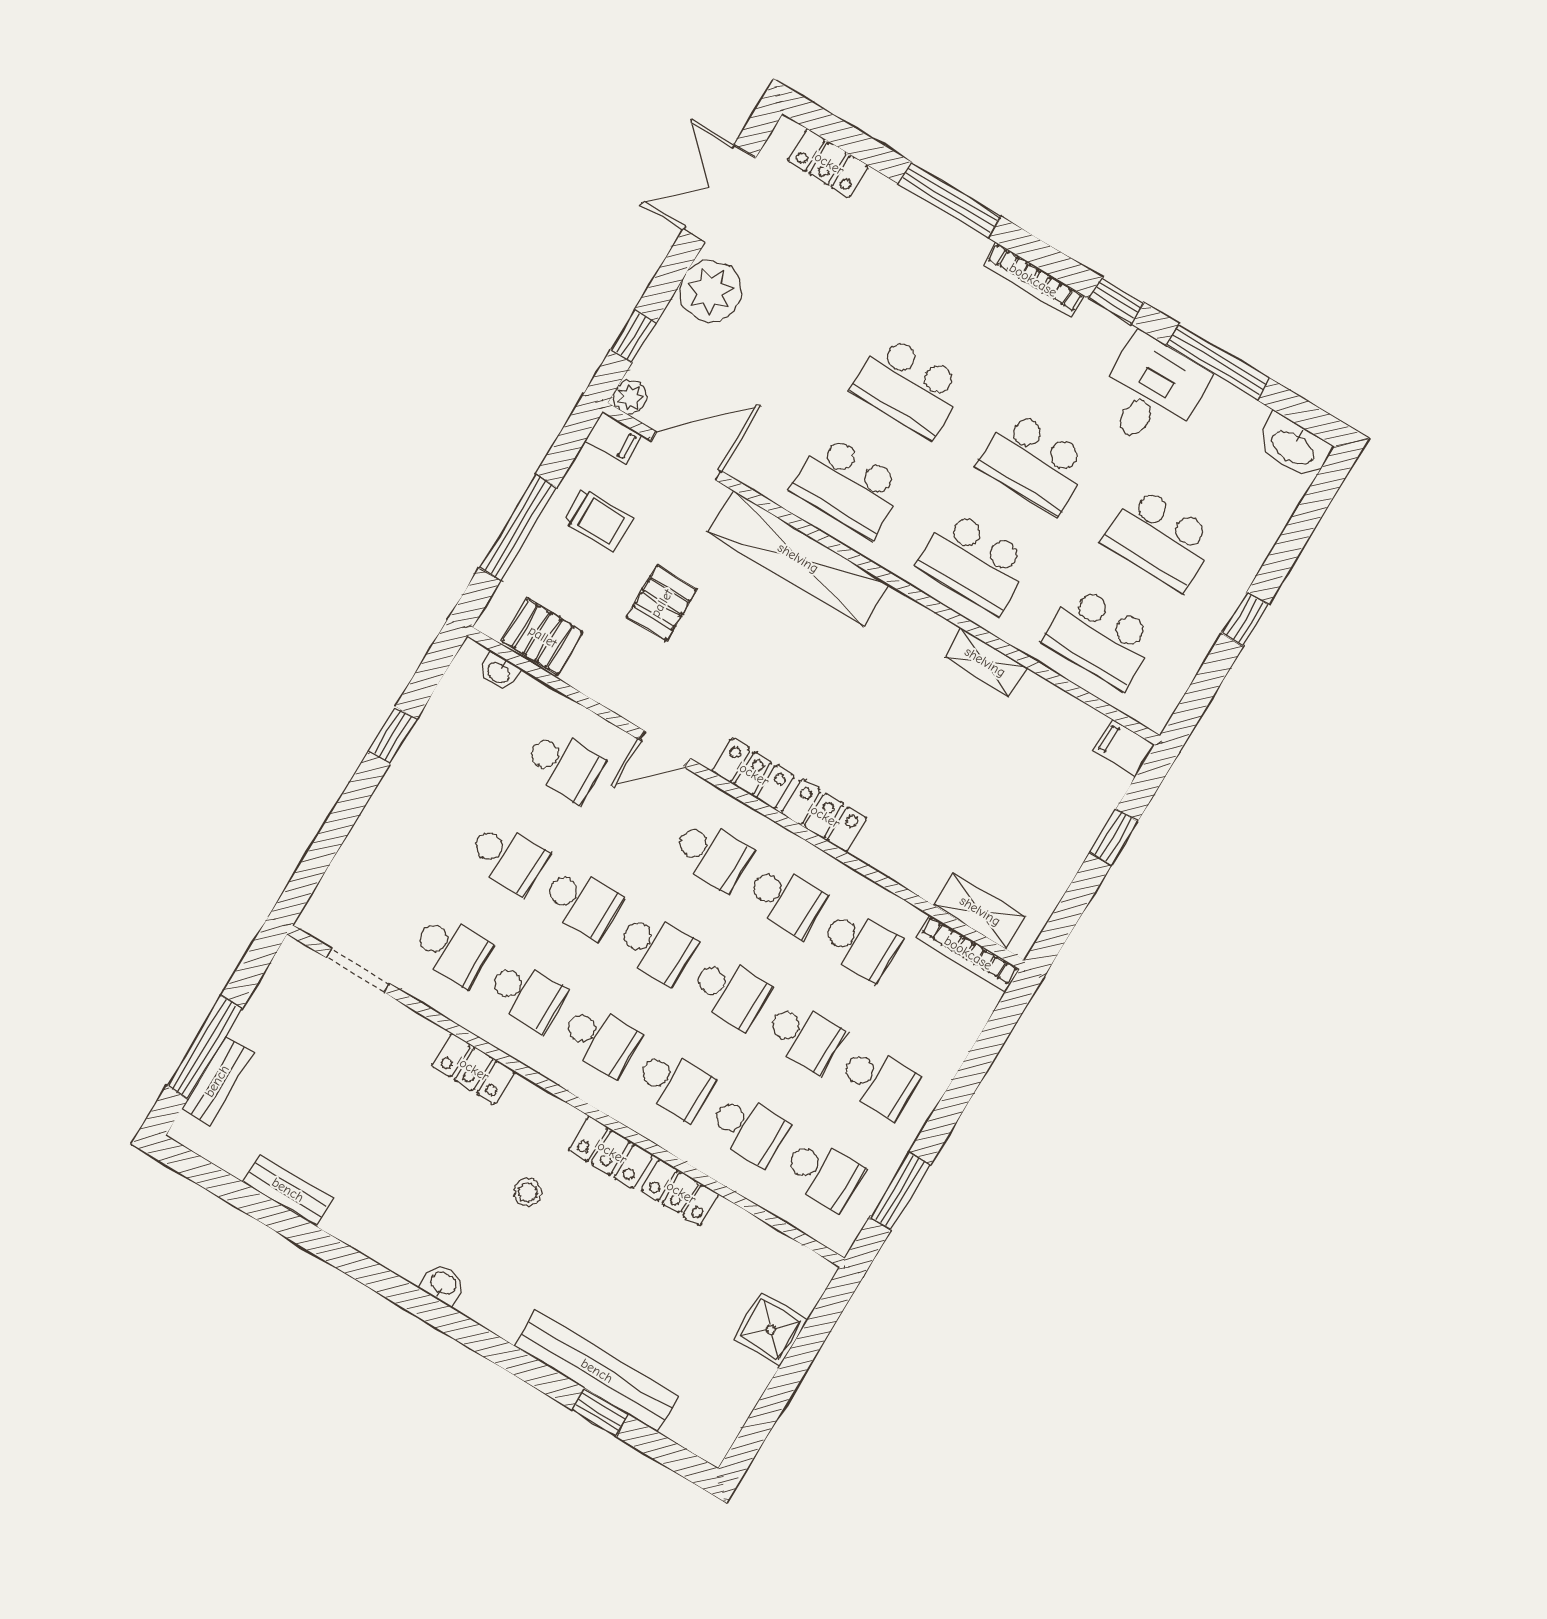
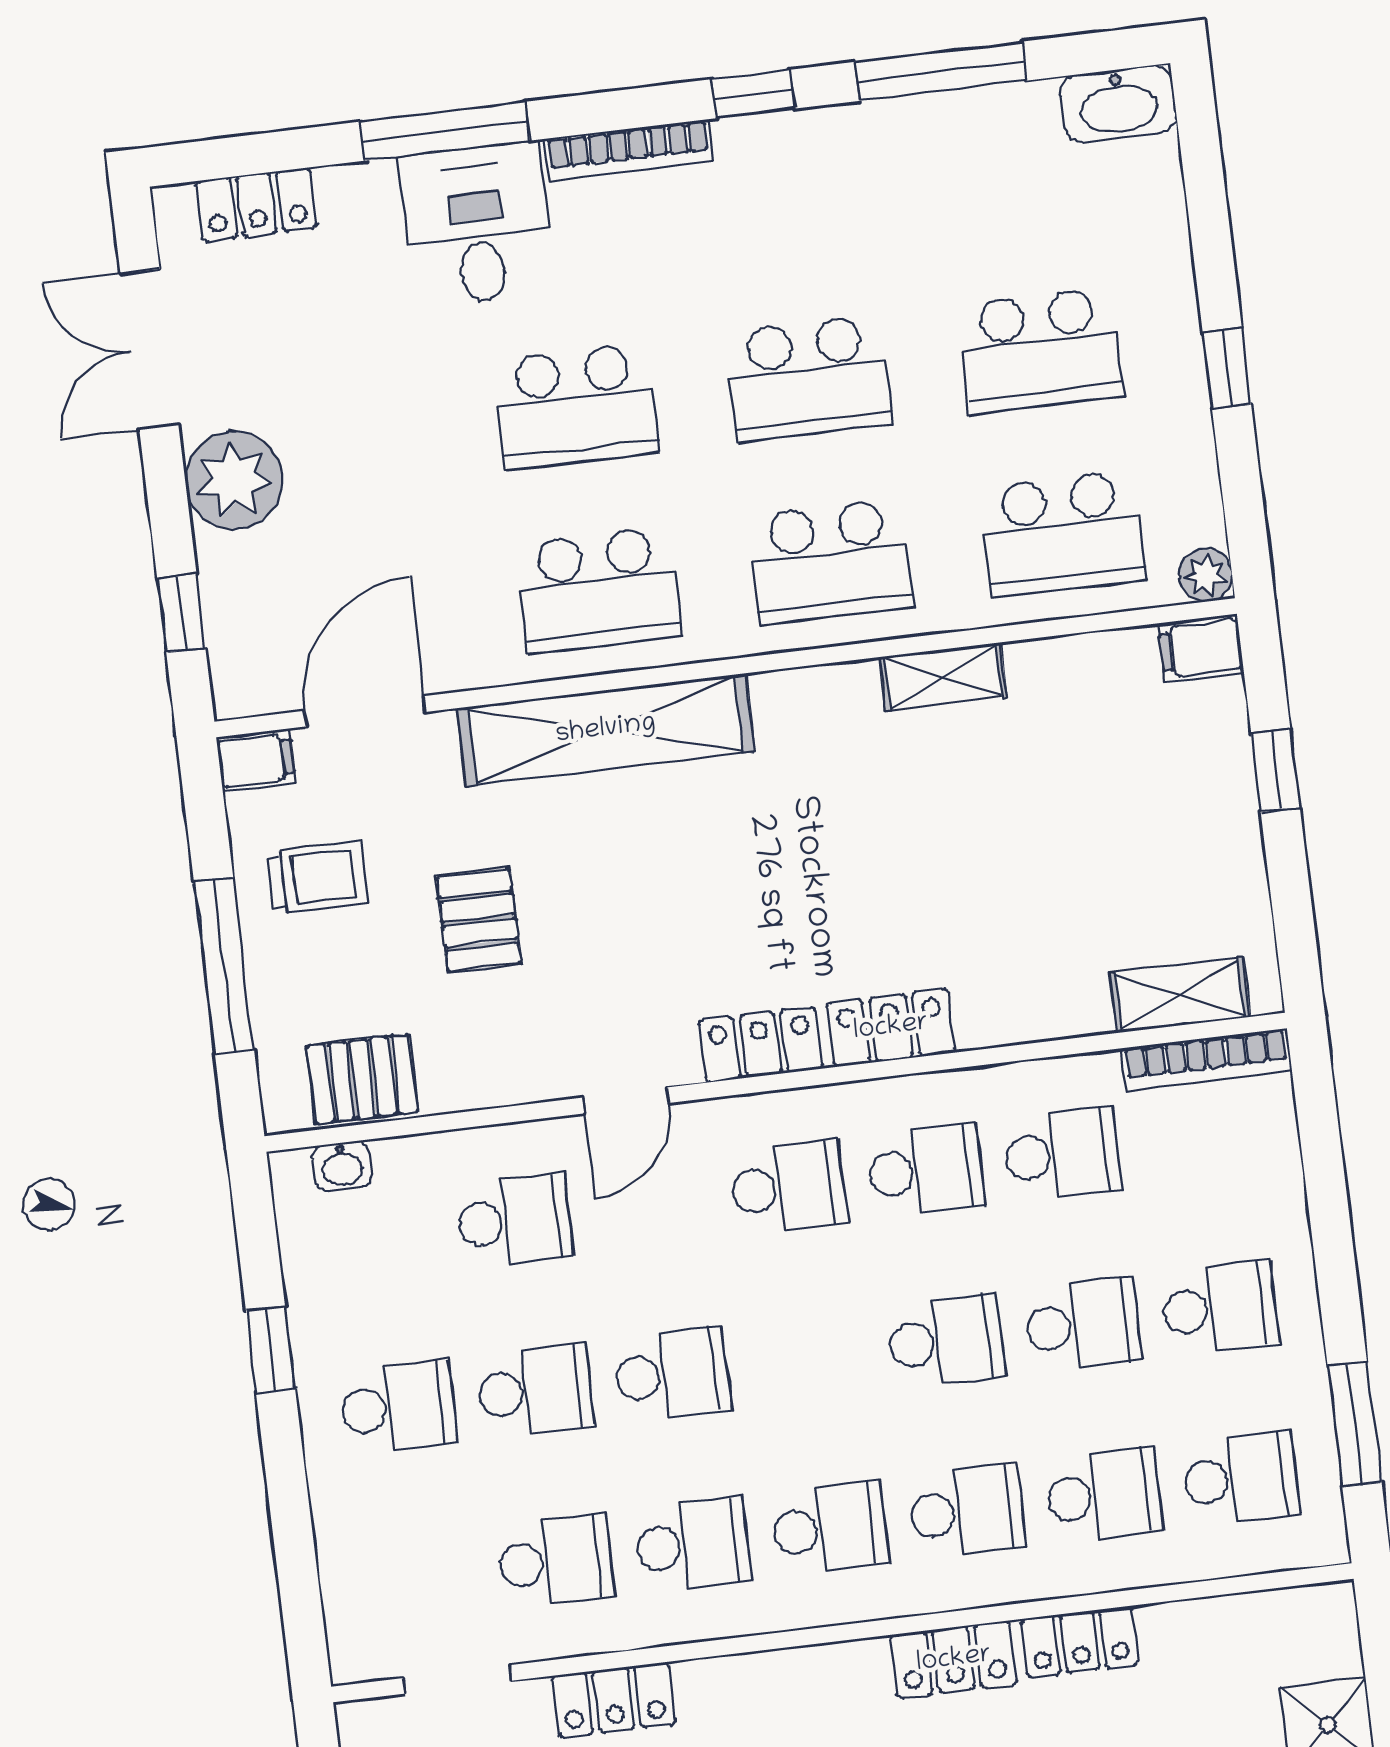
desk: (1151, 392) -> (477, 224), moved
plant: (630, 397) -> (1206, 575), moved
school desk: (656, 947) -> (398, 1407), moved
locker: (473, 1069) -> (614, 1700), moved

